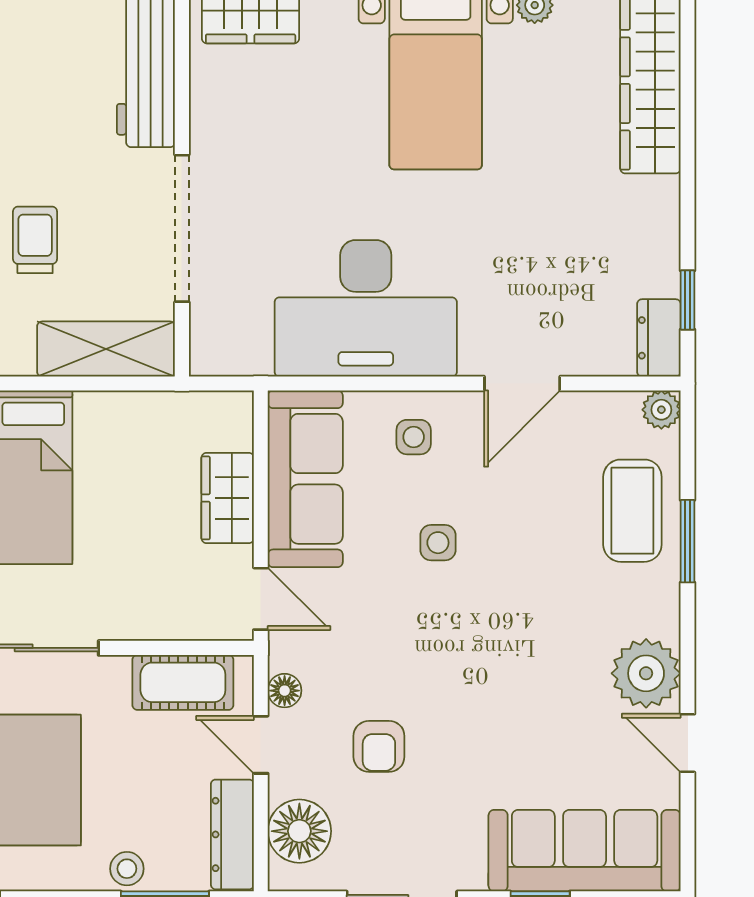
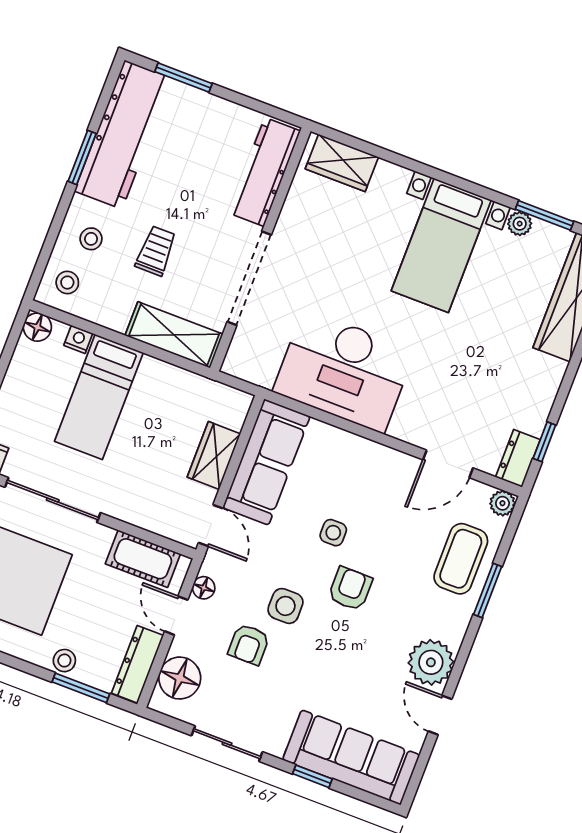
door: (522, 384) -> (448, 464), moved
side table: (414, 437) -> (285, 606), moved, width x1.37, depth x1.37
armchair: (492, 613) -> (350, 589), added

